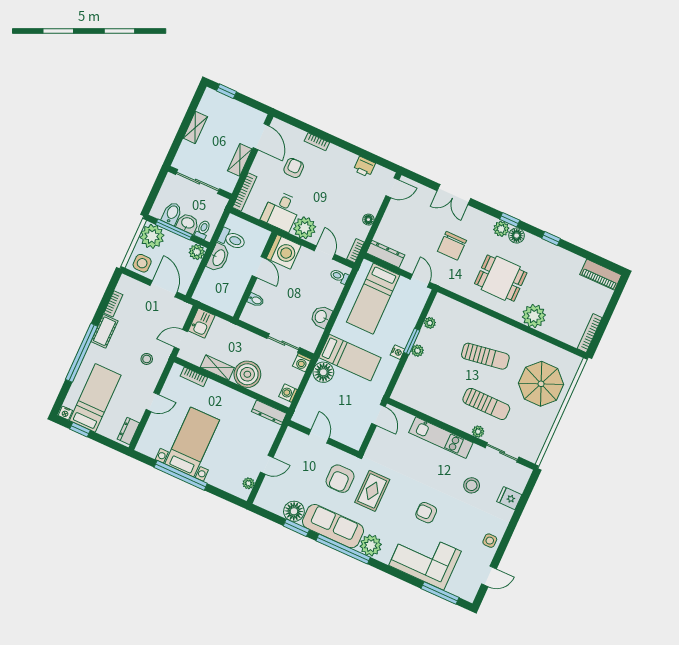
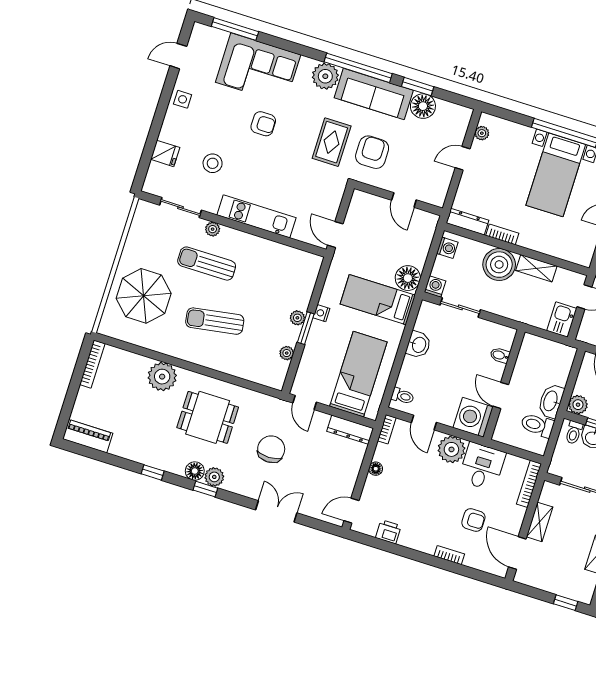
armchair: (294, 168) -> (473, 520), turned -90
bookcase: (194, 377) -> (502, 234), moved

